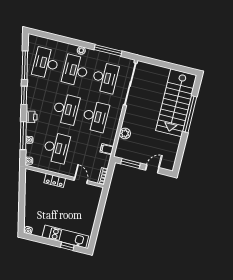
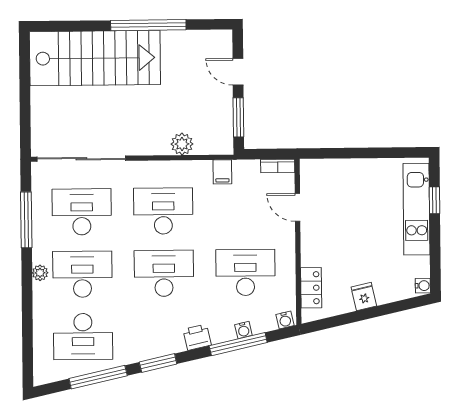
desk: (75, 70) -> (82, 274), turned 180
window: (190, 114) -> (148, 25), moved
locker: (55, 180) -> (311, 288), moved
door: (81, 180) -> (298, 207), hinge flipped
fridge: (30, 201) -> (364, 297), added

